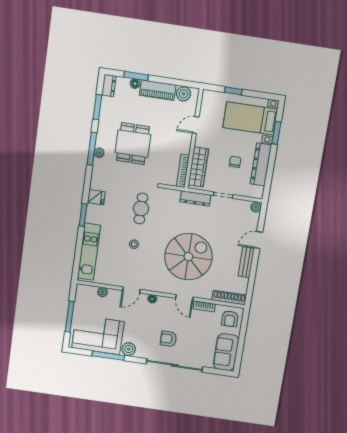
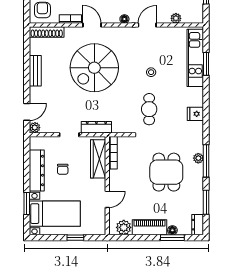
window: (83, 215) -> (206, 64), moved
door: (258, 240) -> (27, 112), moved

